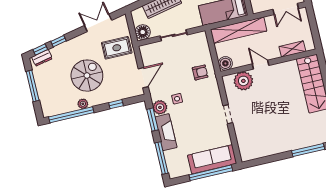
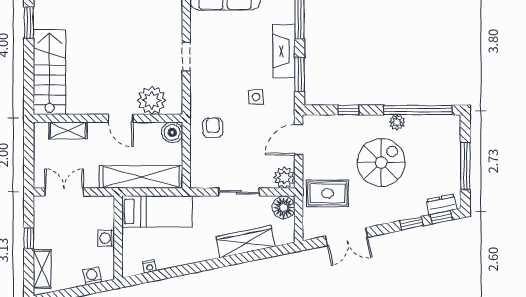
armchair: (200, 72) -> (213, 128), turned 90
spiral stairs: (87, 76) -> (381, 163), turned 180
plant: (160, 107) -> (284, 178), moved

